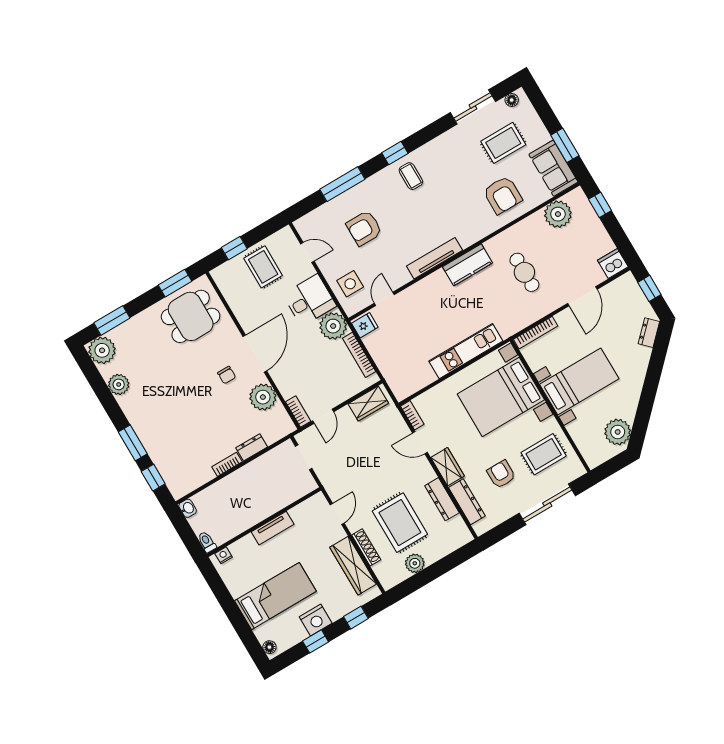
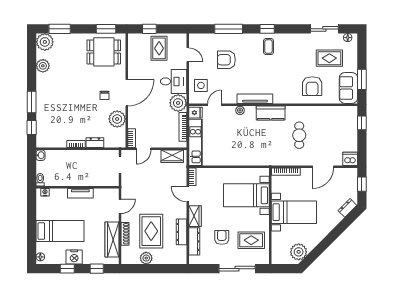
plant: (558, 214) -> (240, 110), moved, width x0.53, depth x0.53
kitchen unit: (466, 351) -> (195, 142), moved, turned 90
bed with nightstands: (501, 397) -> (246, 195), width x0.73

